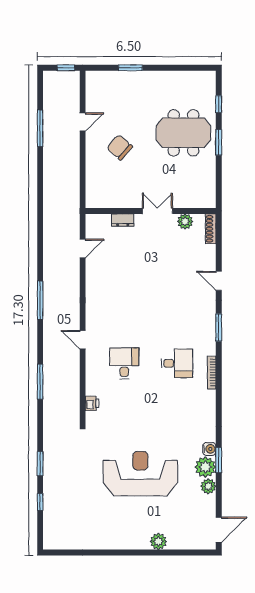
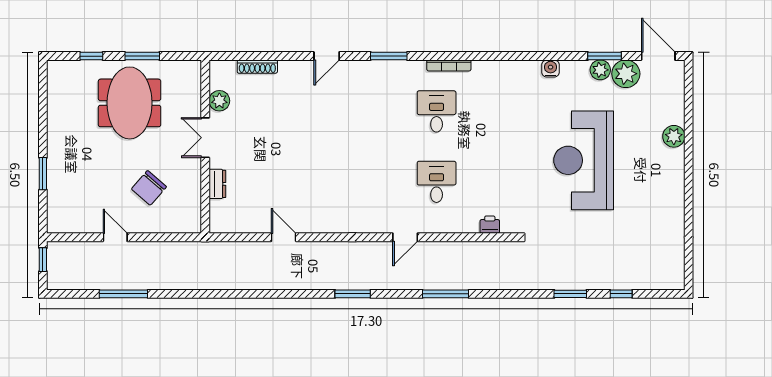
wall: (151, 211) -> (205, 147), moved
double door: (157, 211) -> (205, 138), moved
dresser: (123, 220) -> (217, 184), moved
plant: (185, 222) -> (219, 101), moved
window: (40, 300) -> (353, 294), width x0.69
desk: (124, 363) -> (437, 182), turned 90
window: (40, 382) -> (446, 294), moved
window: (219, 460) -> (605, 56), moved
plant: (205, 467) -> (626, 74), moved

